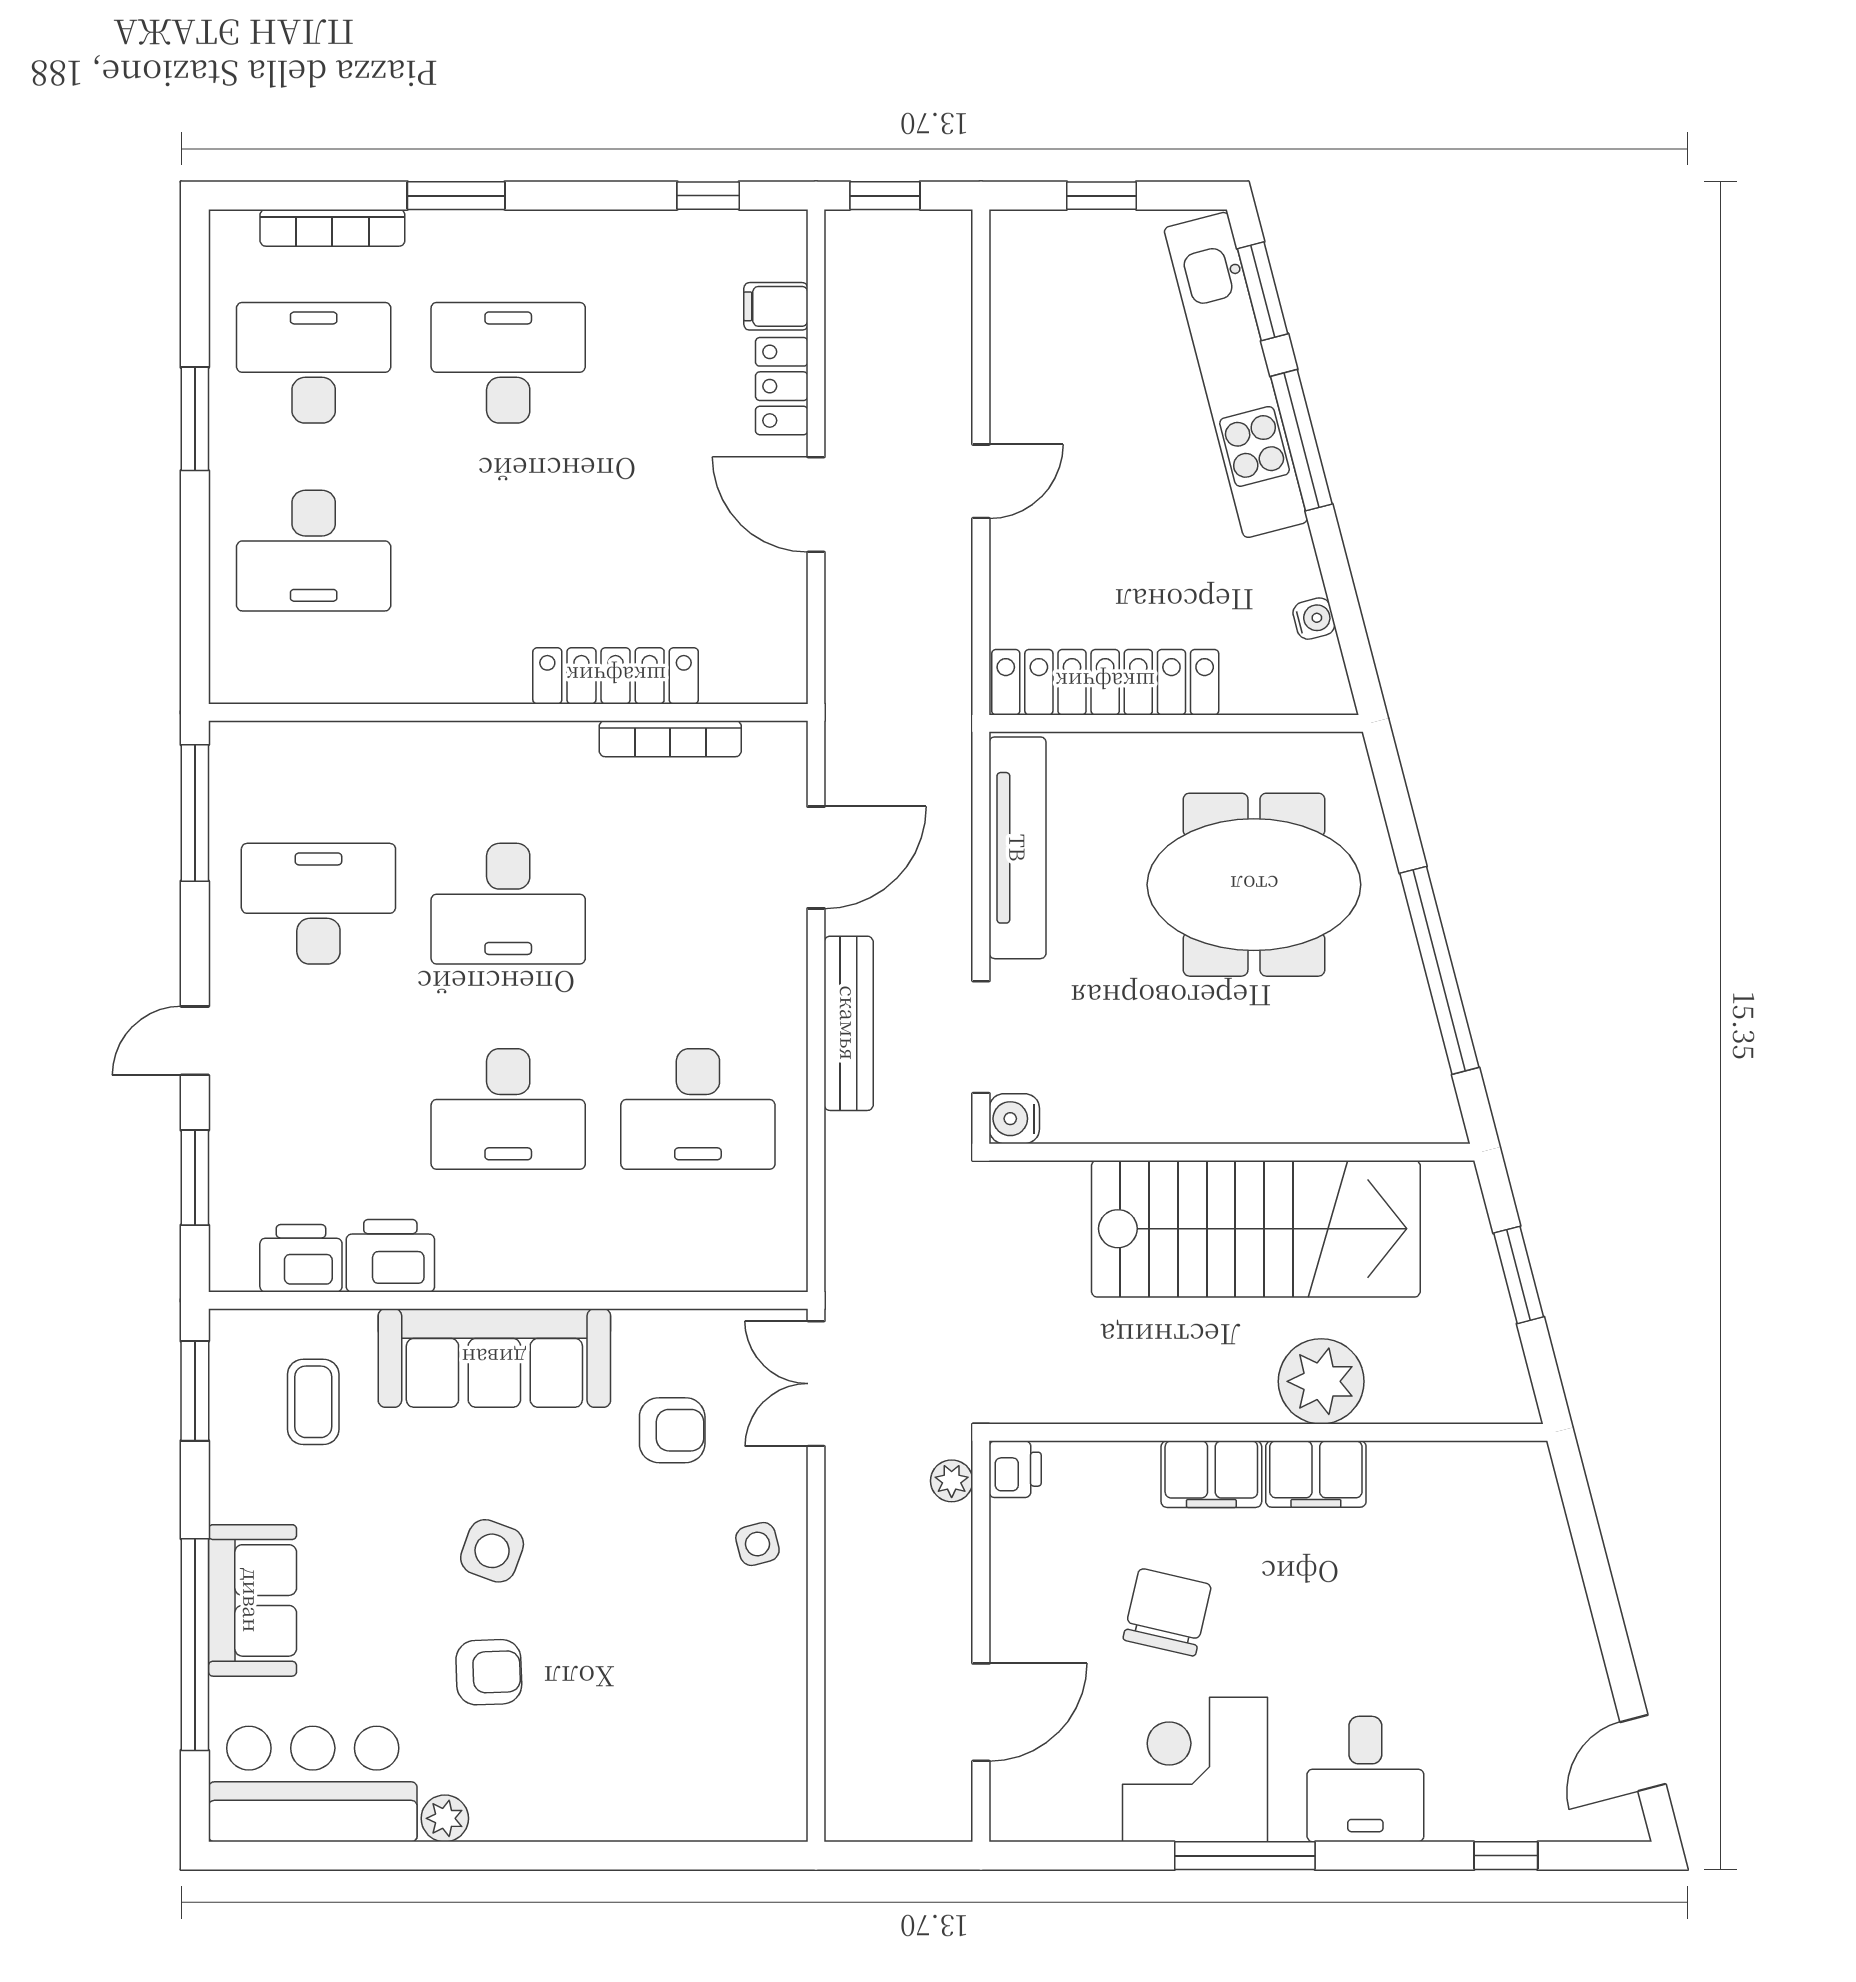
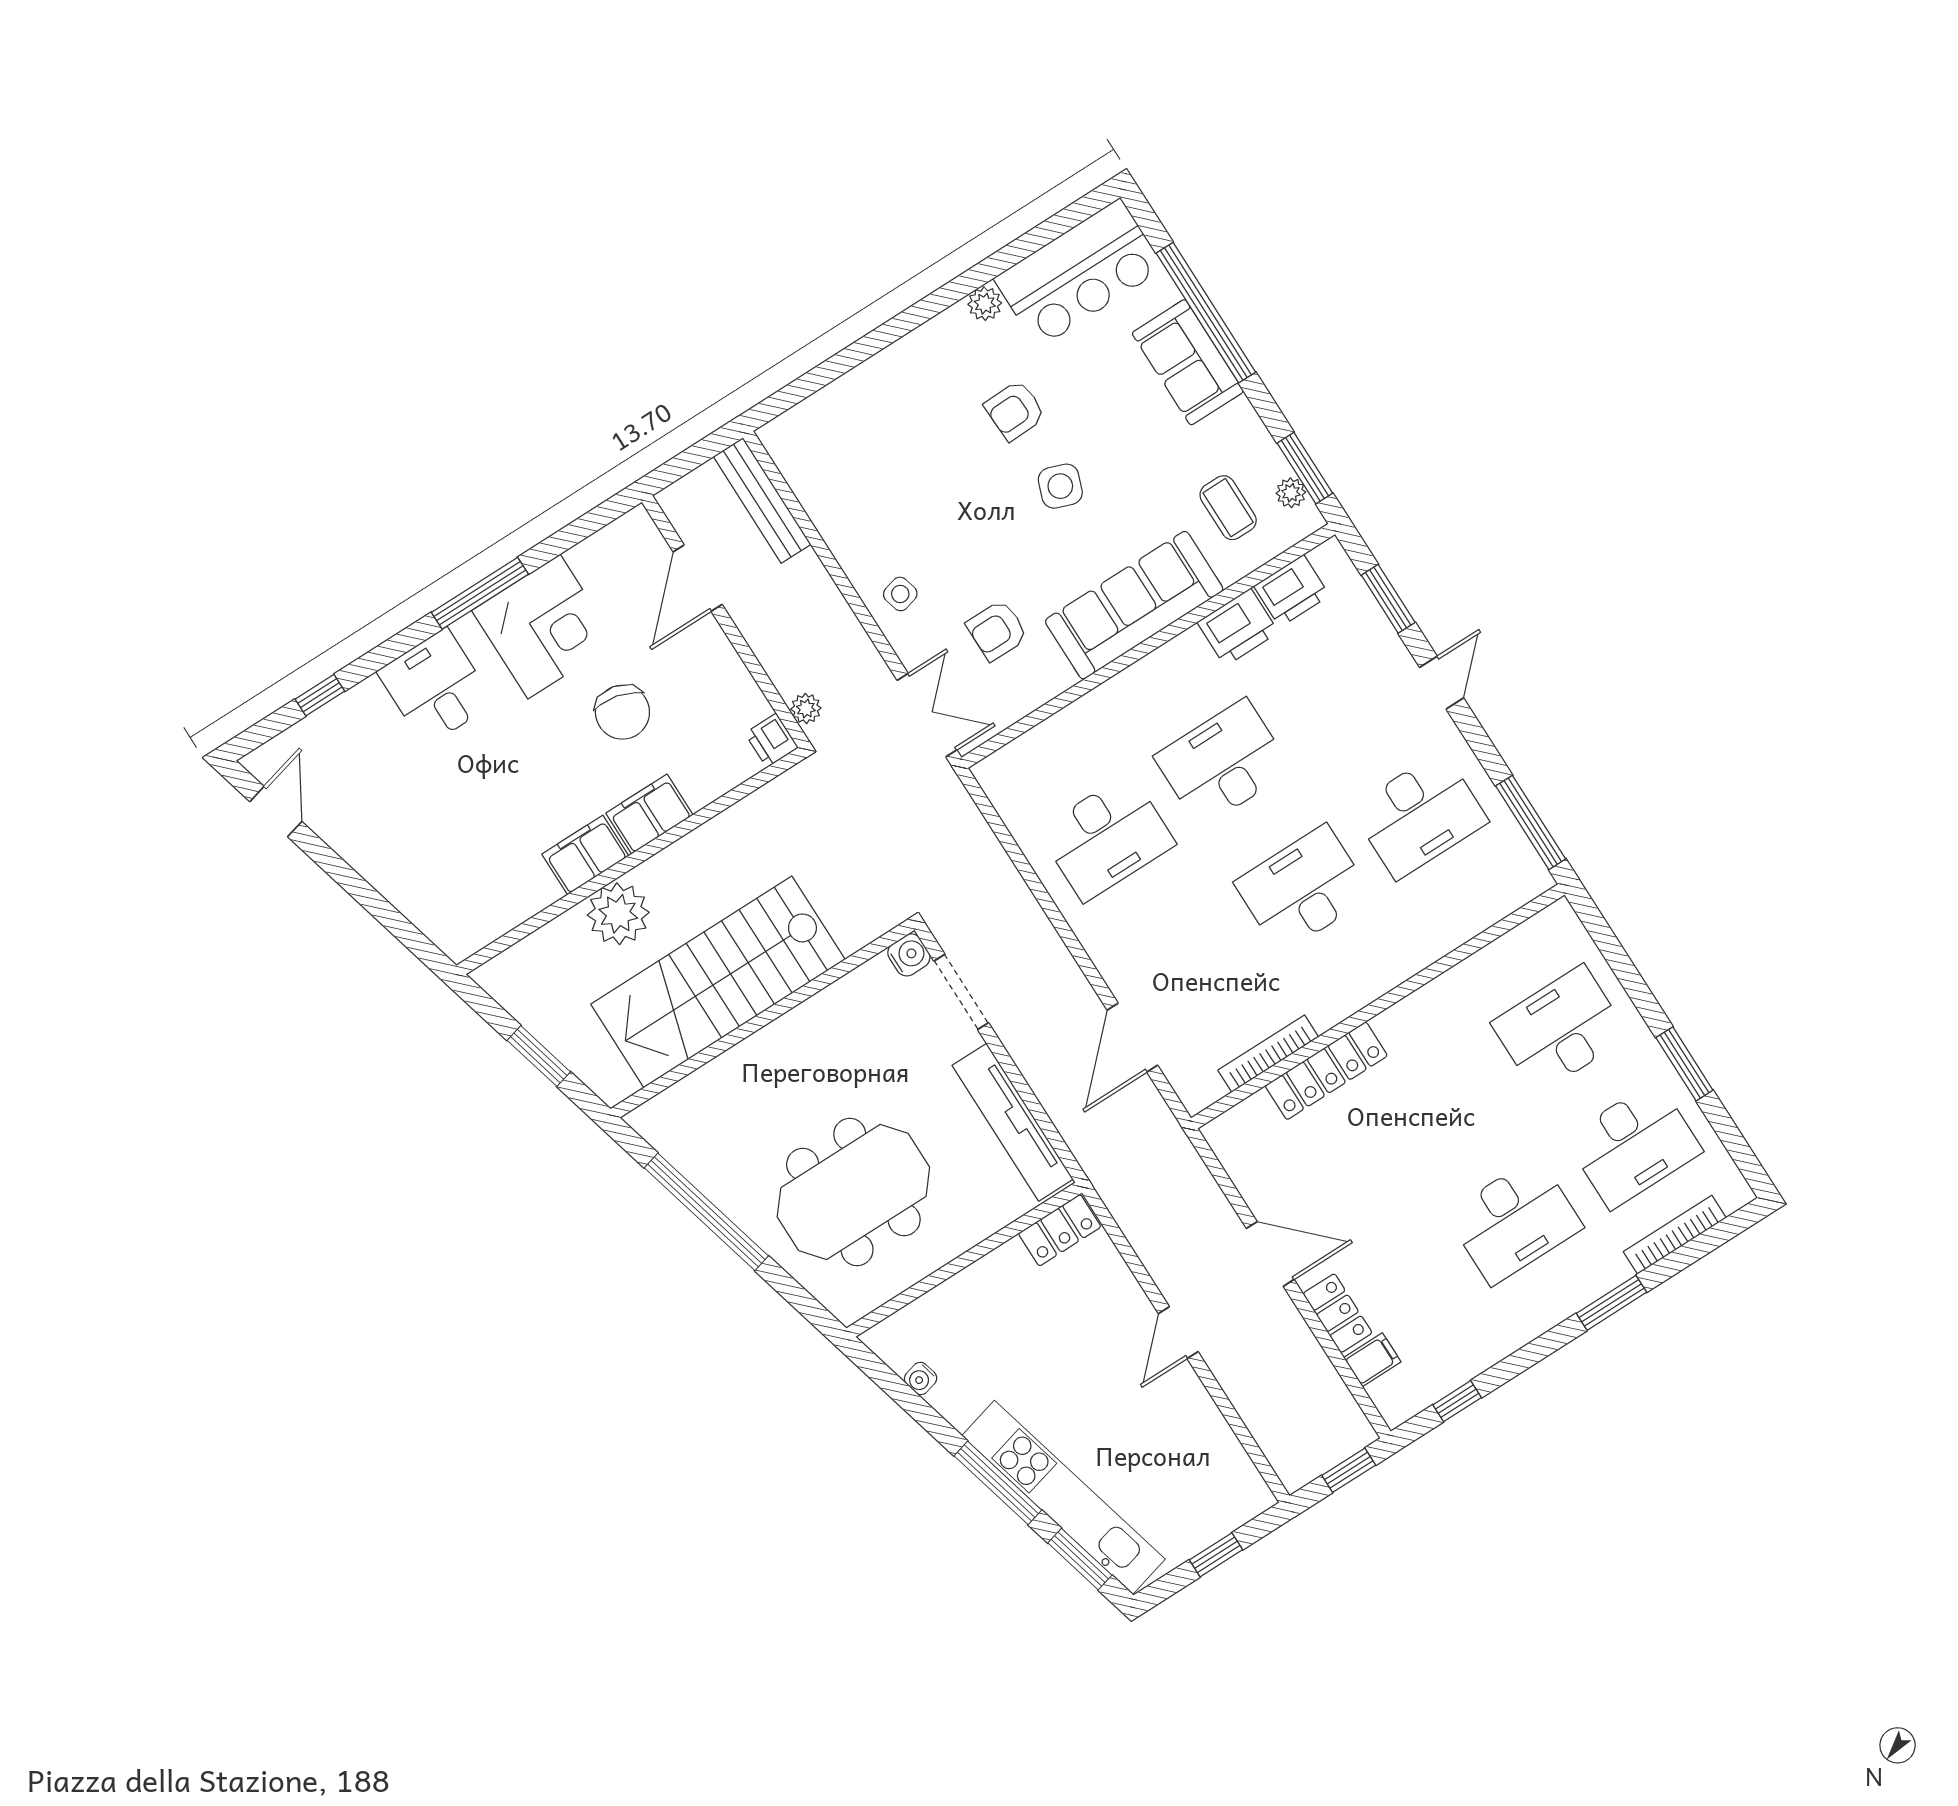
locker: (1105, 682) -> (1060, 1230), width x0.46, depth x0.83
bench: (849, 1023) -> (762, 500), moved
desk: (698, 1109) -> (1107, 837), turned 180
plant: (229, 1373) -> (1291, 493), added

